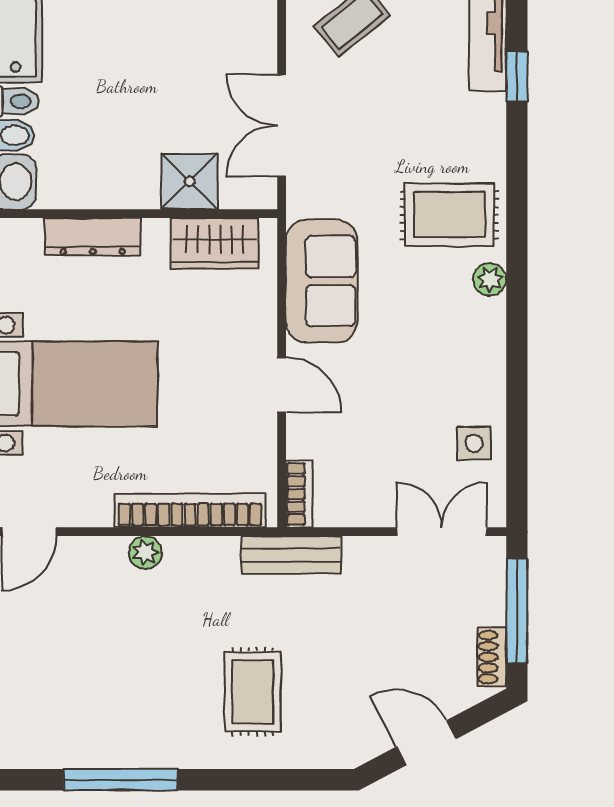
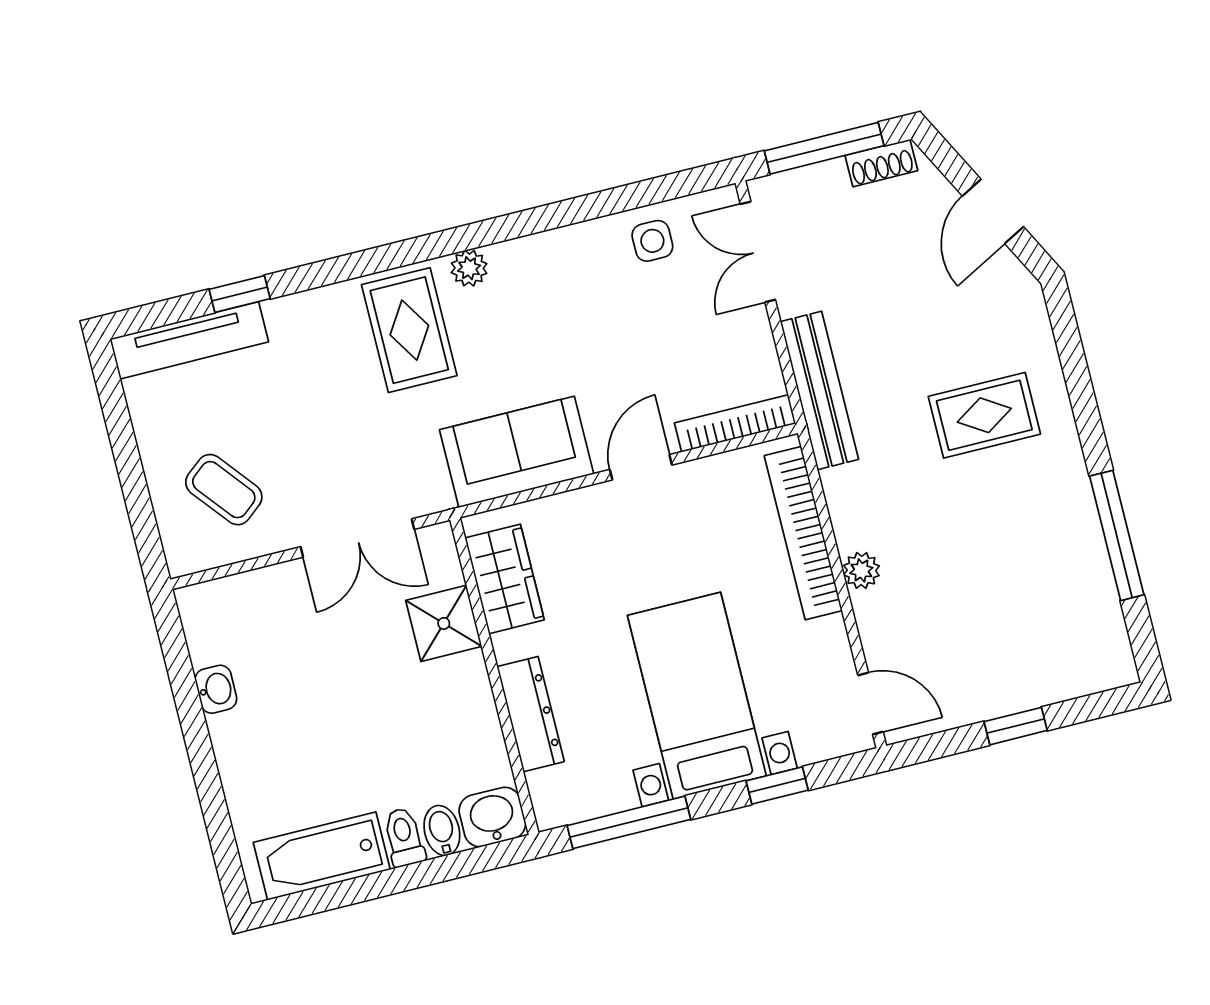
bookcase: (299, 494) -> (735, 423), width x1.56
bench: (291, 555) -> (819, 391), width x1.36

